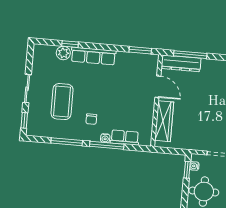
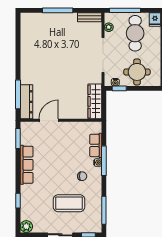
plant: (63, 53) -> (26, 227), moved
row of seats: (93, 56) -> (27, 165), moved
wardrobe: (164, 121) -> (95, 101), moved, turned -90
window: (67, 142) -> (104, 210), moved

